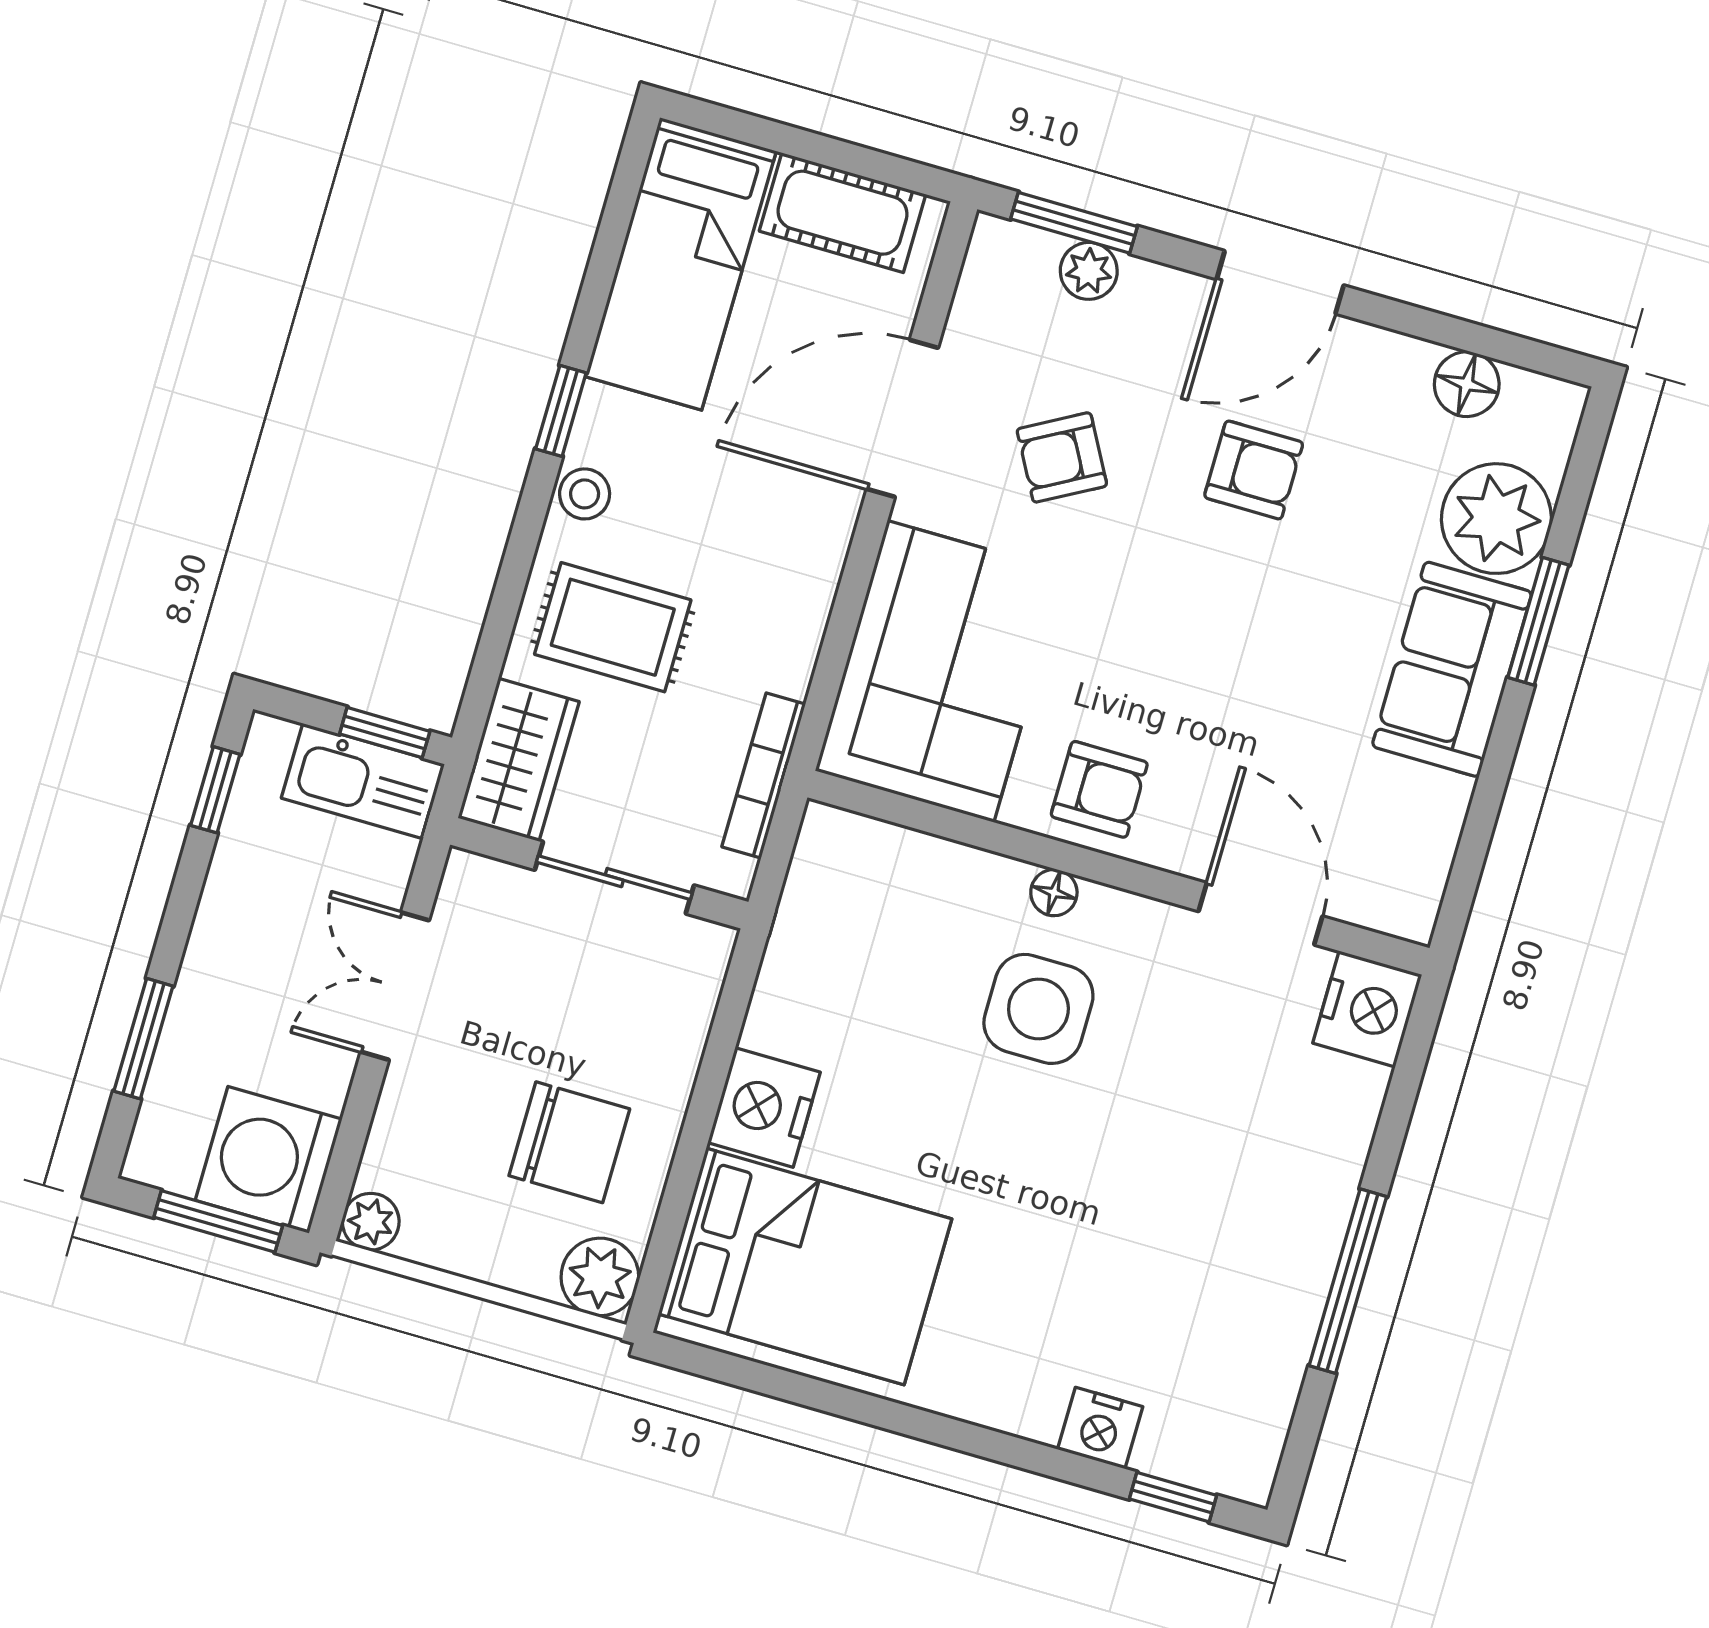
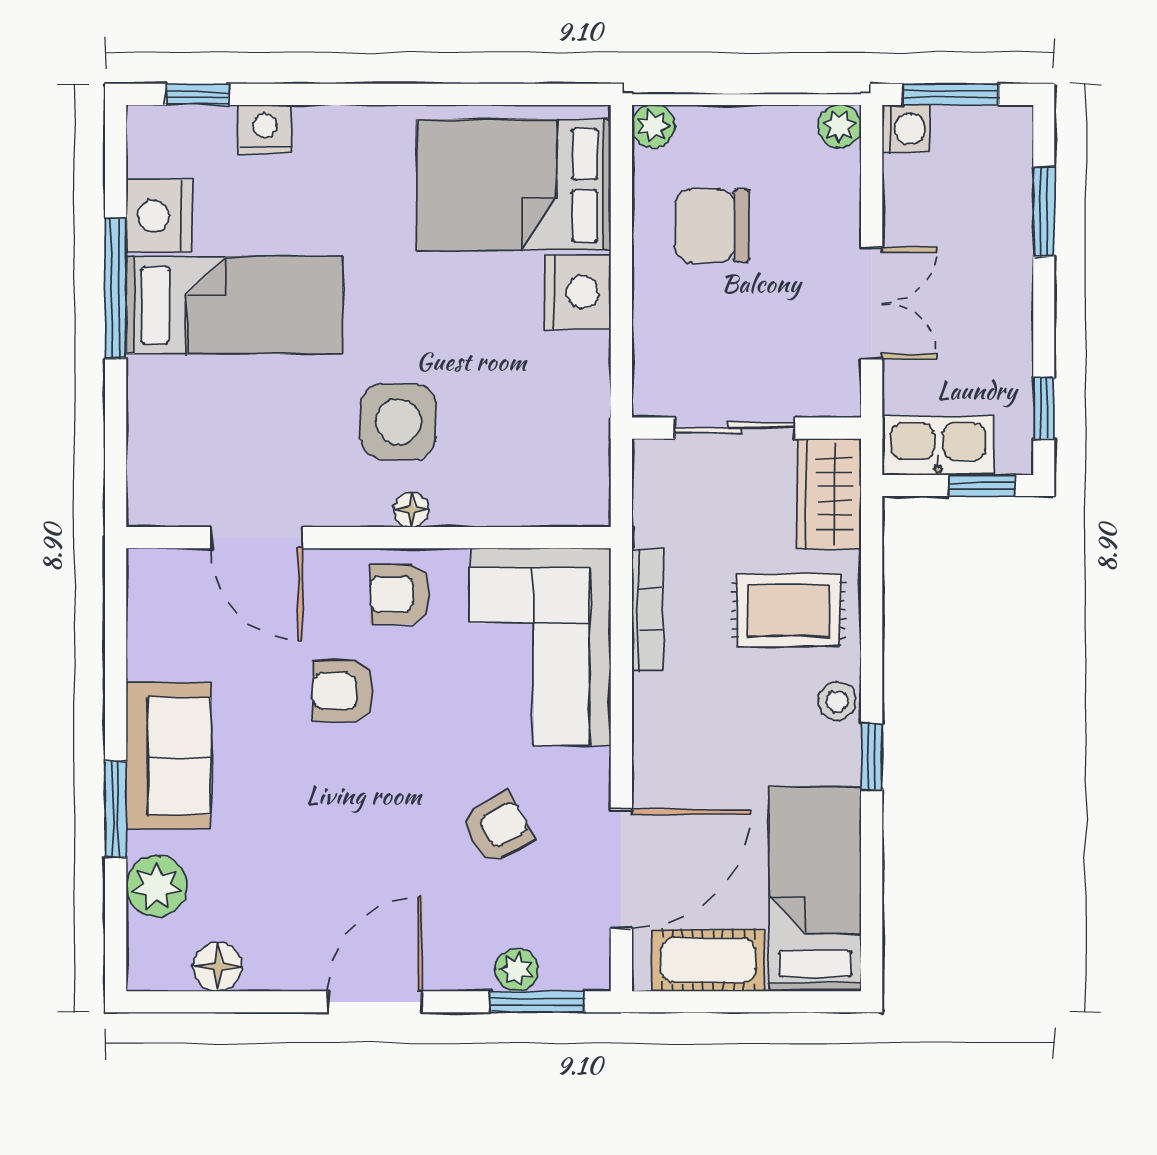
door: (902, 418) -> (621, 869), moved
armchair: (1254, 470) -> (343, 691), moved
plant: (1496, 519) -> (157, 886), width x0.73, depth x0.73
window: (385, 733) -> (982, 485), moved
bookcase: (764, 775) -> (647, 610), moved
nightstand: (1367, 1009) -> (159, 216), moved
washing machine: (269, 1160) -> (906, 129), width x0.53, depth x0.53
bed: (1204, 1217) -> (234, 305), added
plant: (600, 1277) -> (653, 126), width x0.73, depth x0.73

